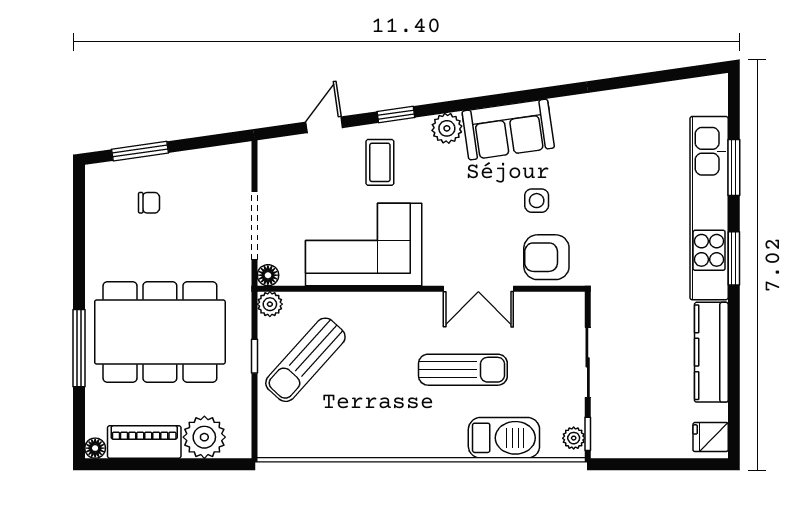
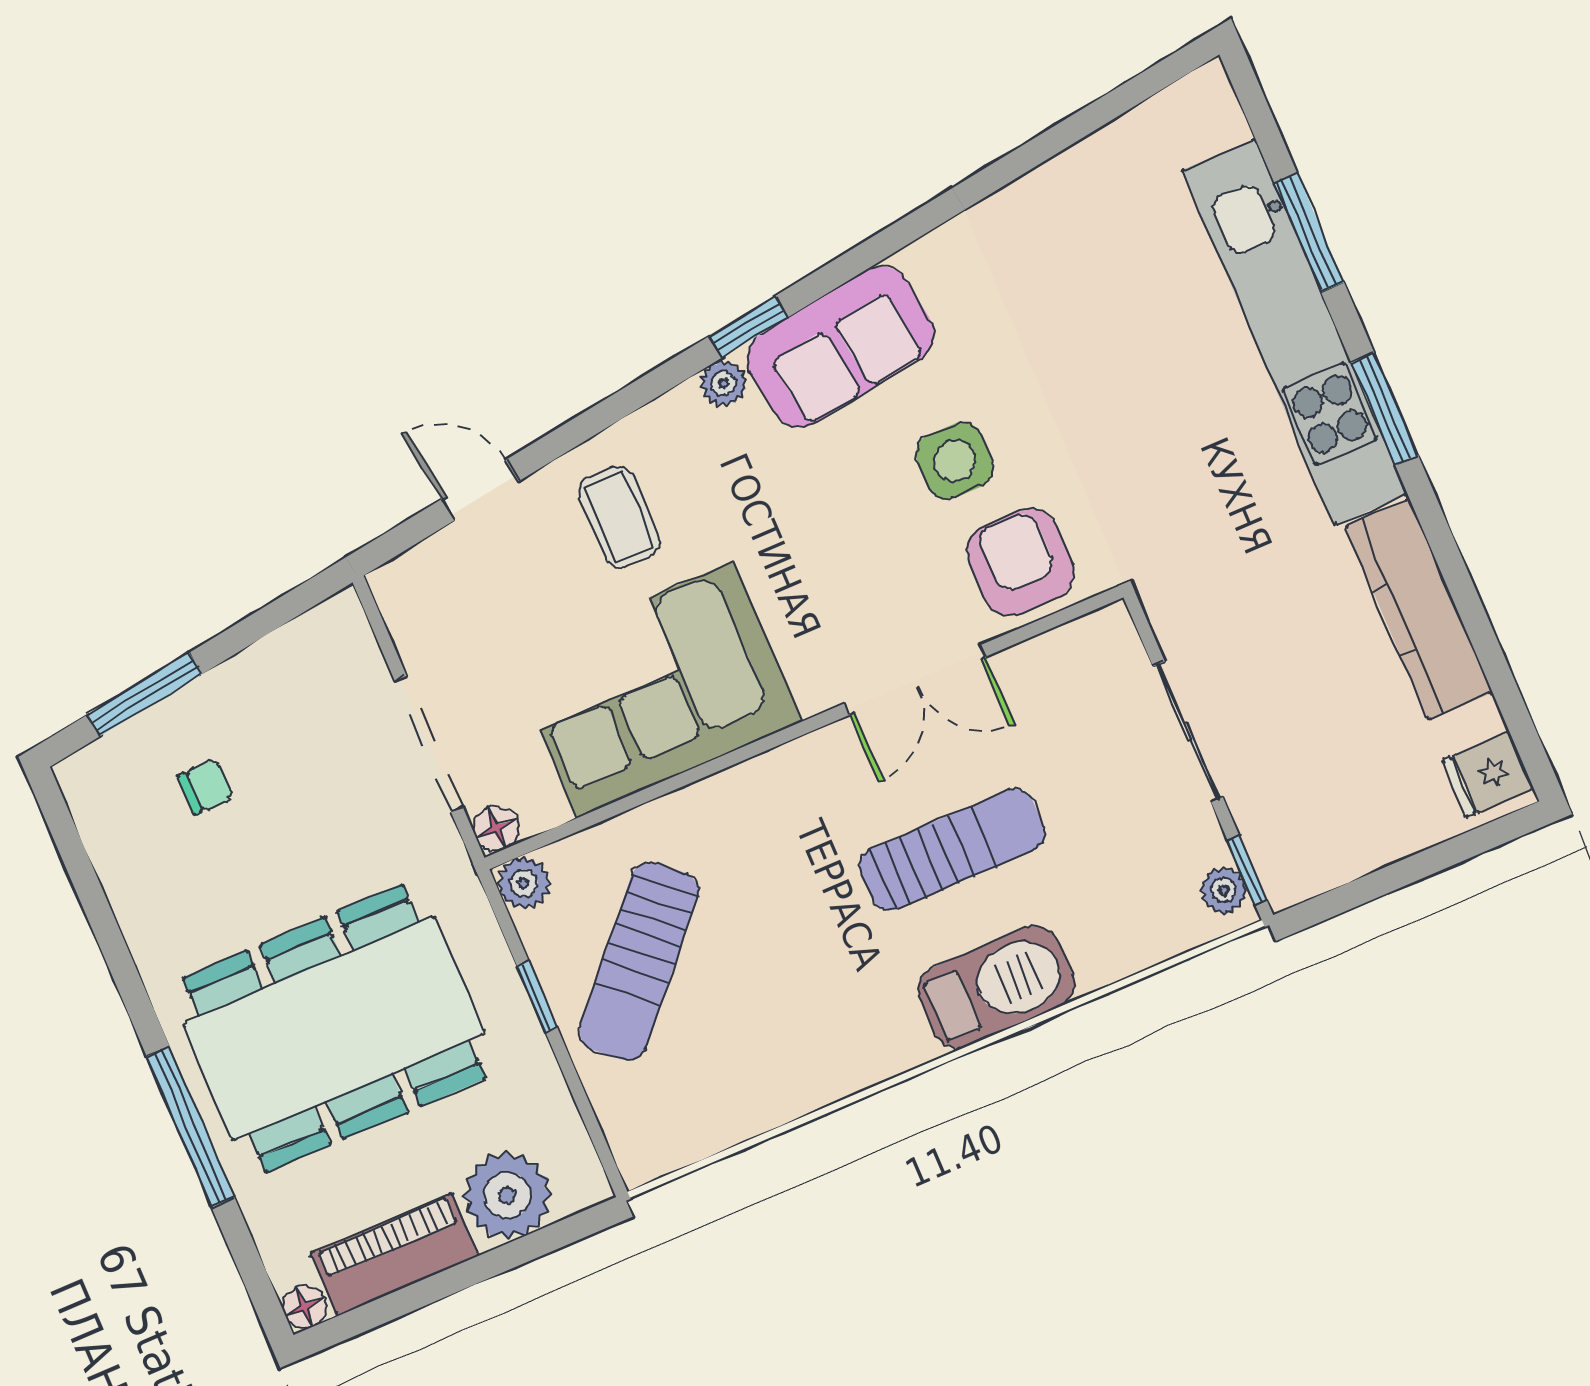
window: (396, 115) -> (748, 327), moved
door: (324, 125) -> (480, 490), hinge flipped
plant: (447, 128) -> (724, 383), width x0.73, depth x0.73
side table: (537, 201) -> (955, 461), width x1.37, depth x1.37
armchair: (546, 257) -> (1021, 562), turned 90
barbecue: (504, 438) -> (996, 987), moved

